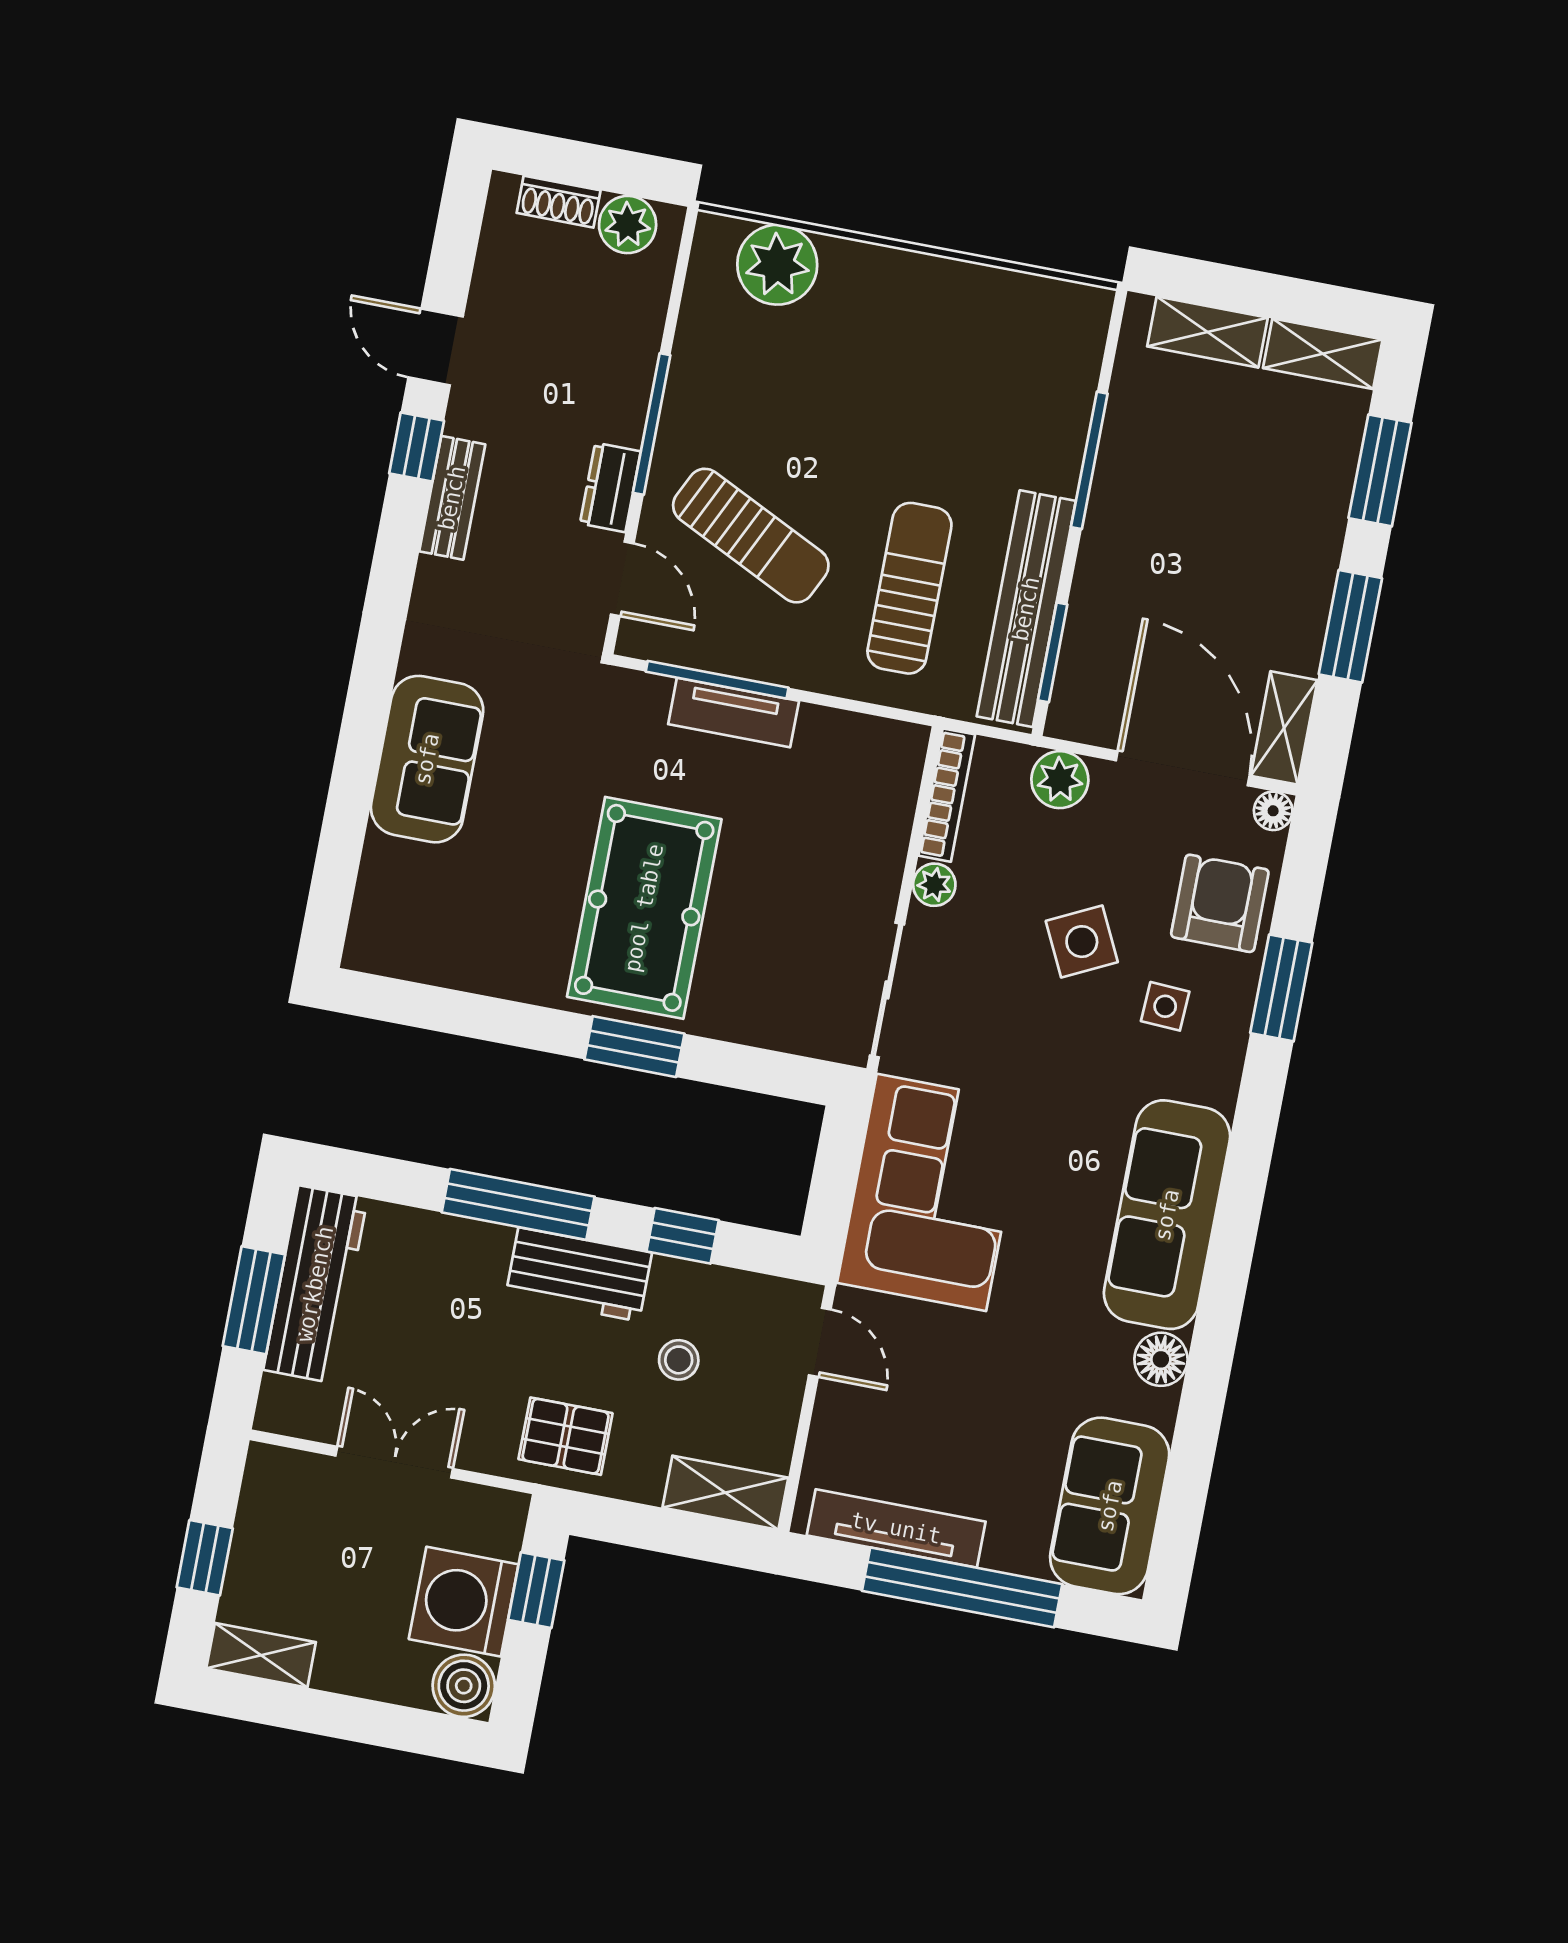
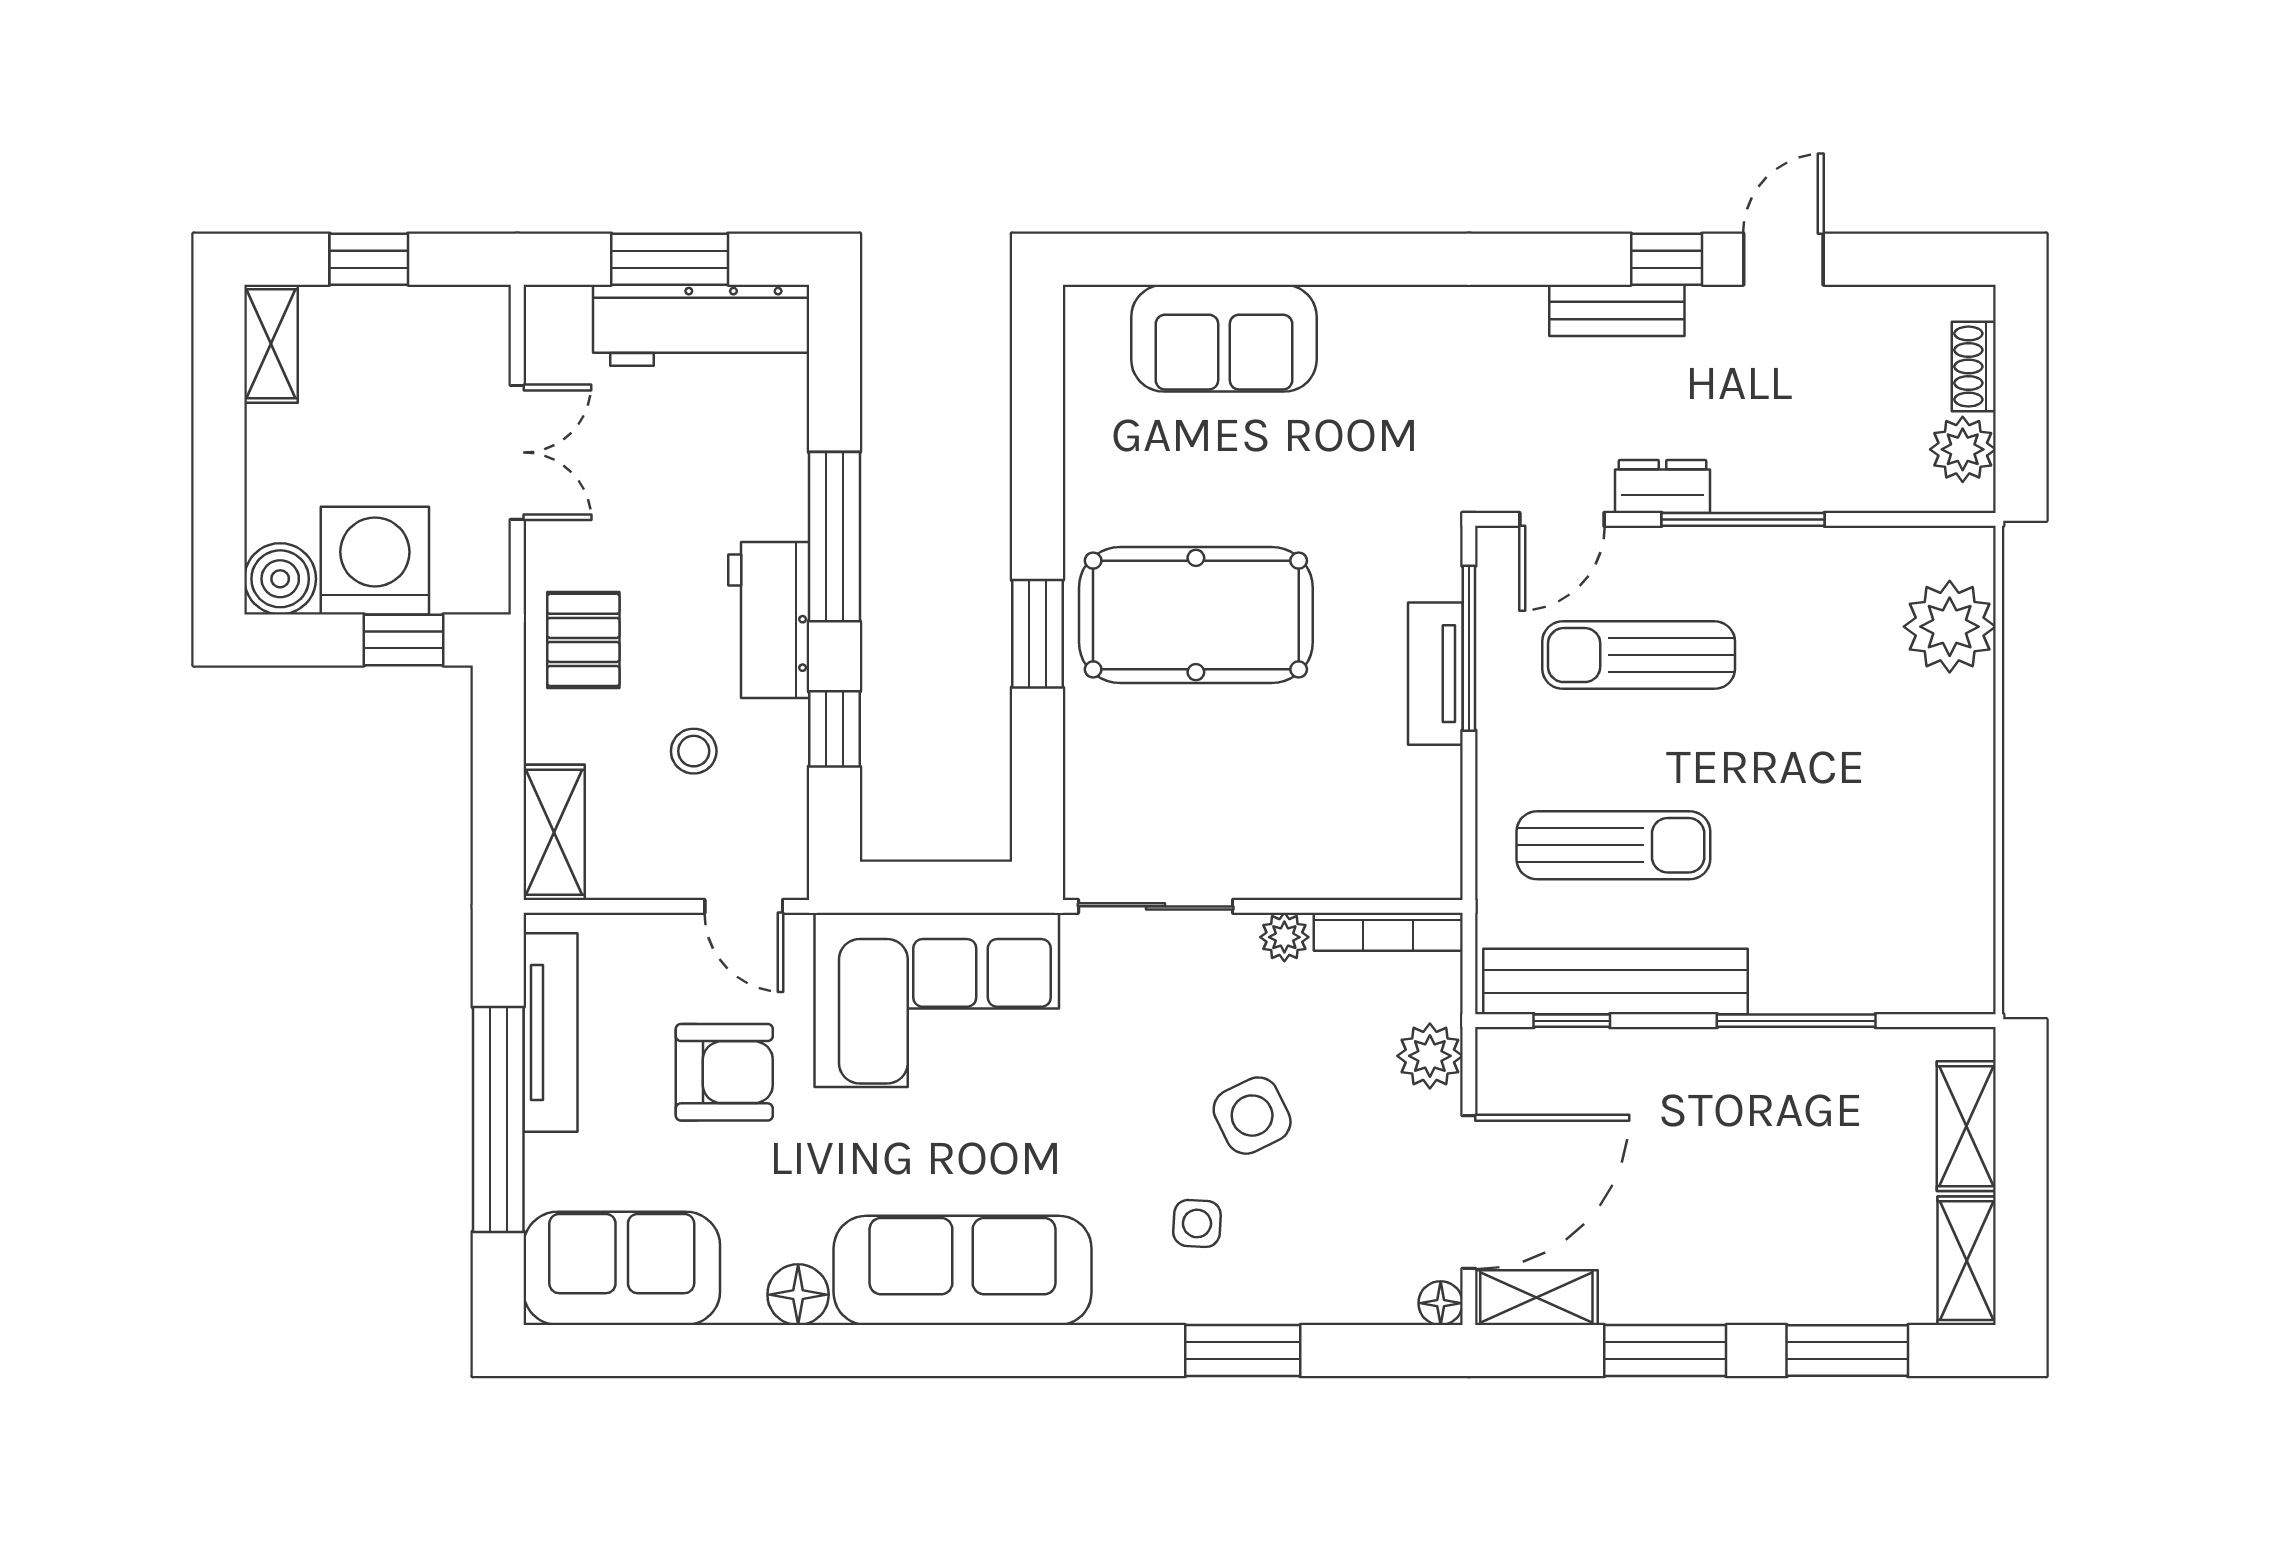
sun lounger: (751, 536) -> (1639, 655), turned 64
window: (1053, 652) -> (1572, 1021), width x0.67
sofa: (427, 759) -> (1224, 338), moved
armchair: (1220, 903) -> (724, 1072), moved
door: (820, 1342) -> (744, 906), hinge flipped

